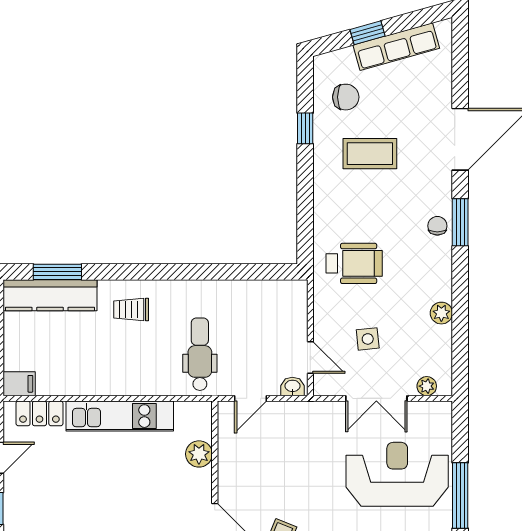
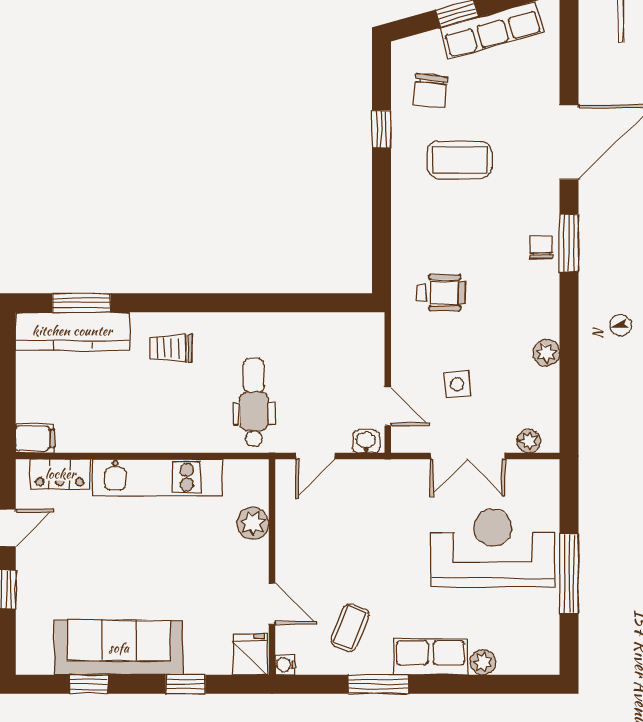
chair: (346, 97) -> (430, 91), turned 96
wheelchair: (354, 263) -> (441, 293), width x0.73, depth x0.73

